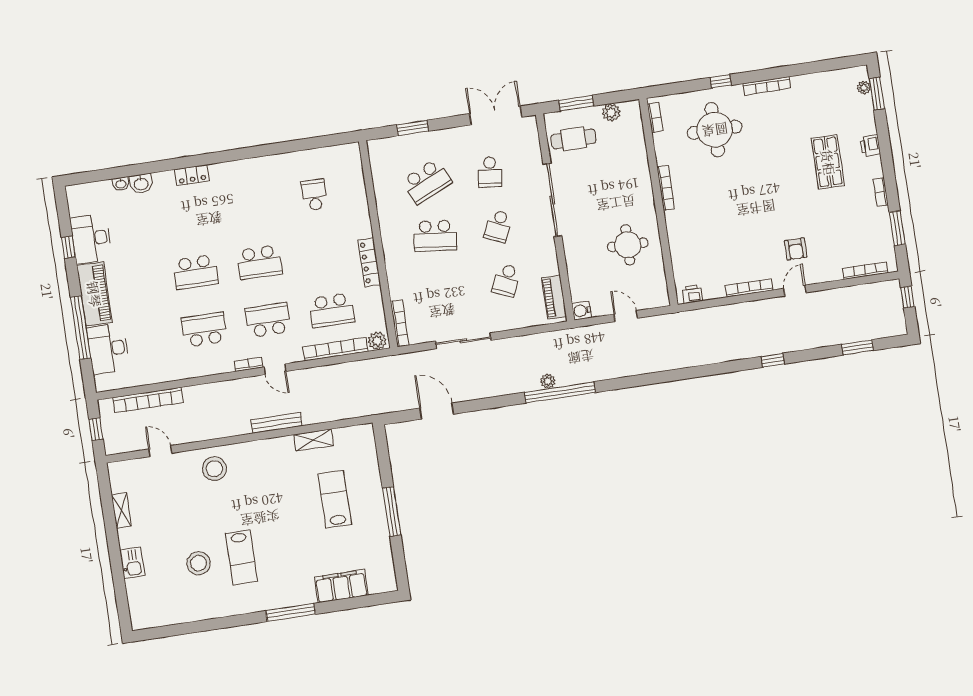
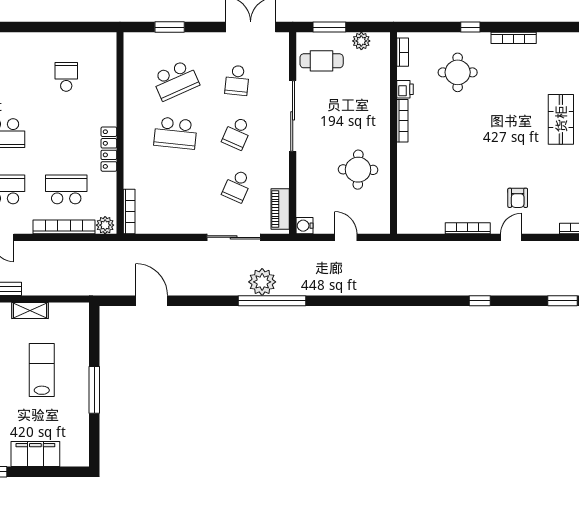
round table: (715, 130) -> (458, 72), width x0.73, depth x0.73
printer: (692, 294) -> (405, 89), moved, turned 90
school desk: (332, 310) -> (66, 189), turned 180
sliding door: (463, 341) -> (234, 237), moved
plant: (548, 381) -> (262, 282), width x1.88, depth x1.88

